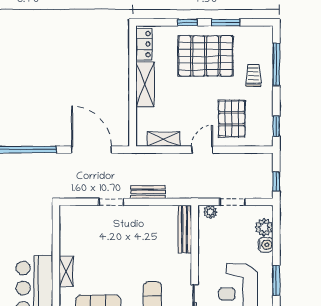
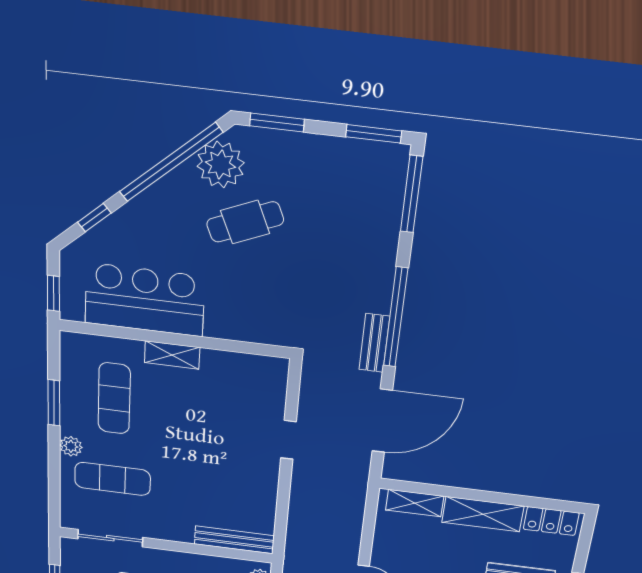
shelving: (164, 139) -> (415, 503), moved, turned 90
bench: (148, 192) -> (374, 343), moved

